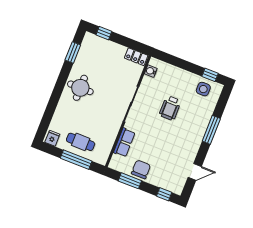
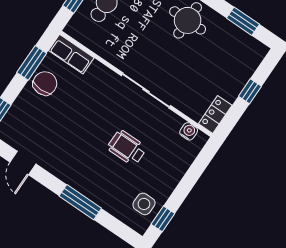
window: (104, 33) -> (250, 91), moved
row of seats: (124, 142) -> (71, 54), moved
chair: (141, 169) -> (45, 83), turned -90

